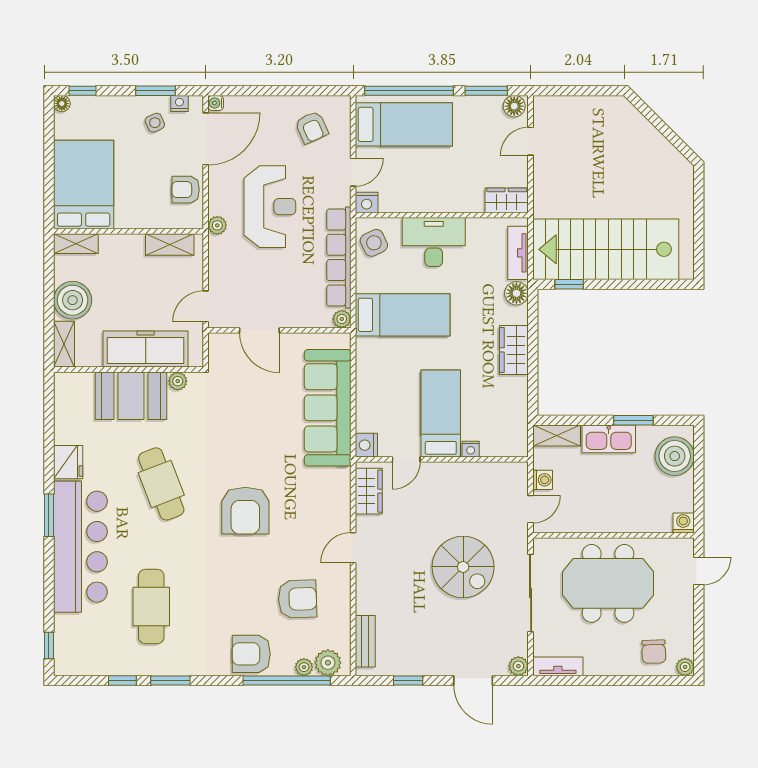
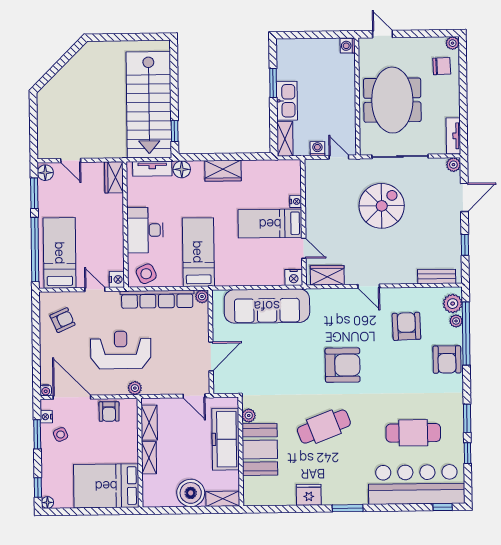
shelving: (76, 244) -> (149, 458), moved
boiler: (675, 456) -> (299, 53), removed
bar counter: (80, 547) -> (417, 484), moved

